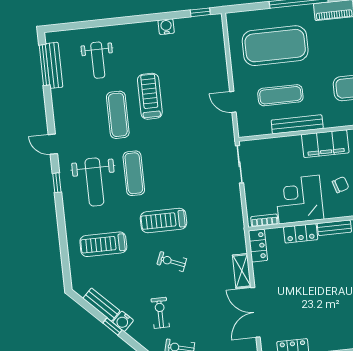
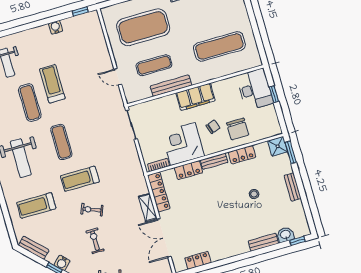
exercise mat: (134, 173) -> (61, 142), moved
locker: (258, 246) -> (159, 192), width x1.53
bench: (101, 305) -> (34, 248), moved
exercise bike: (160, 313) -> (95, 241), moved

